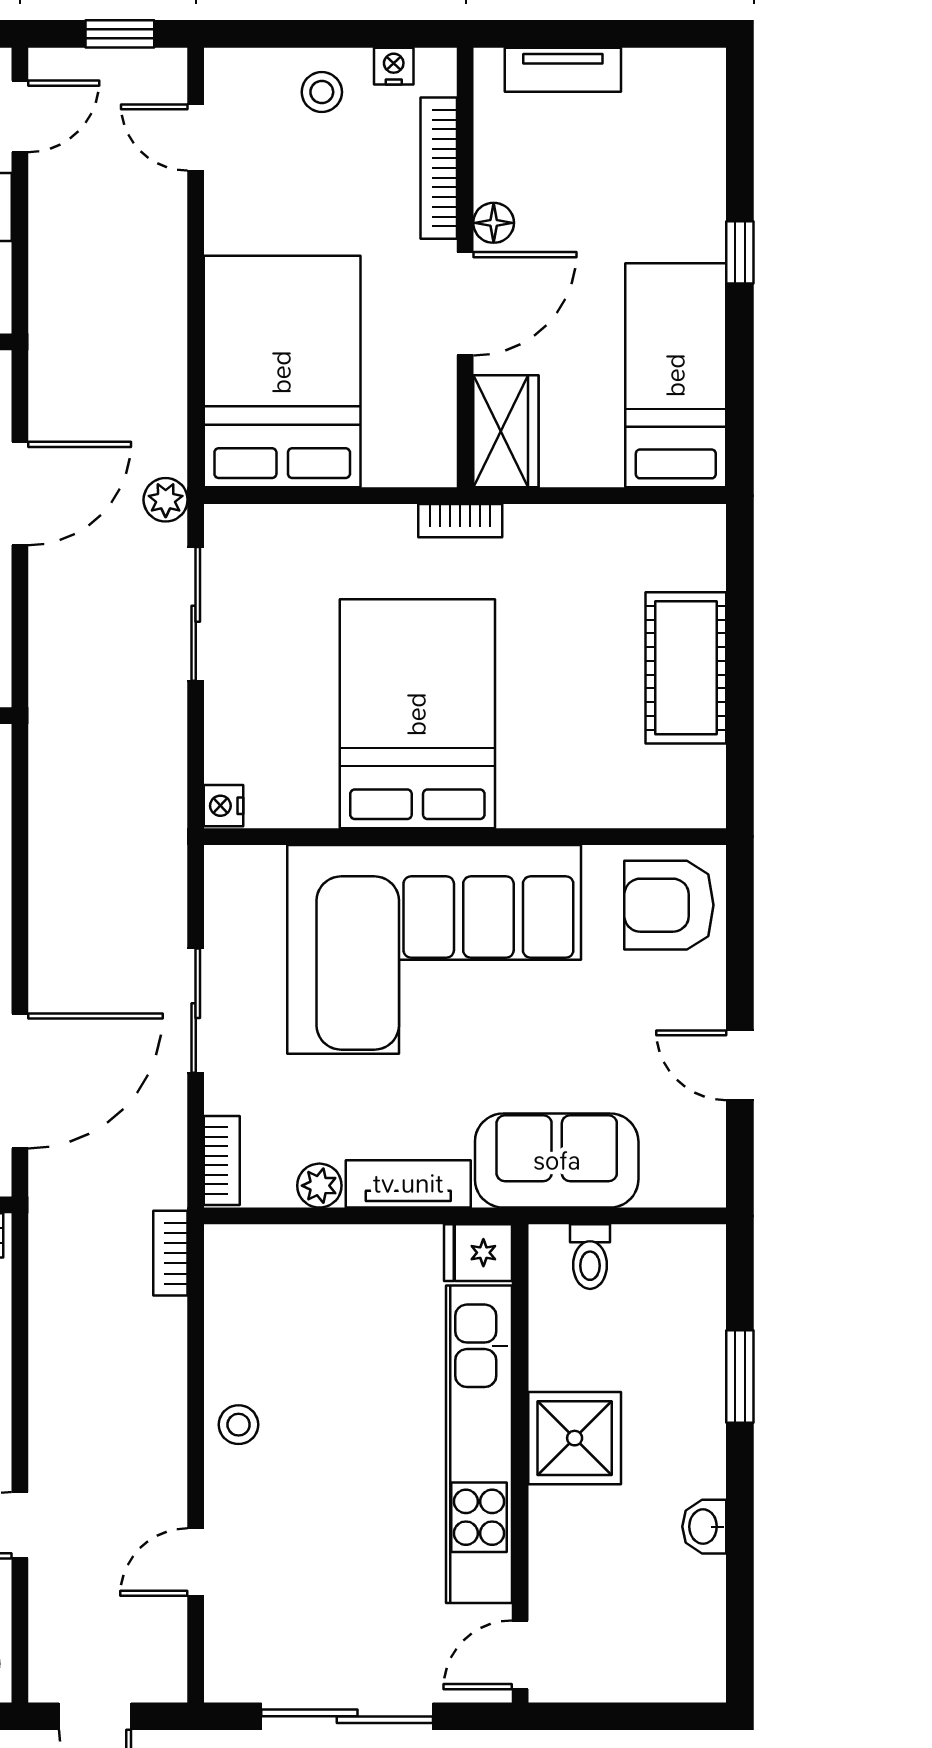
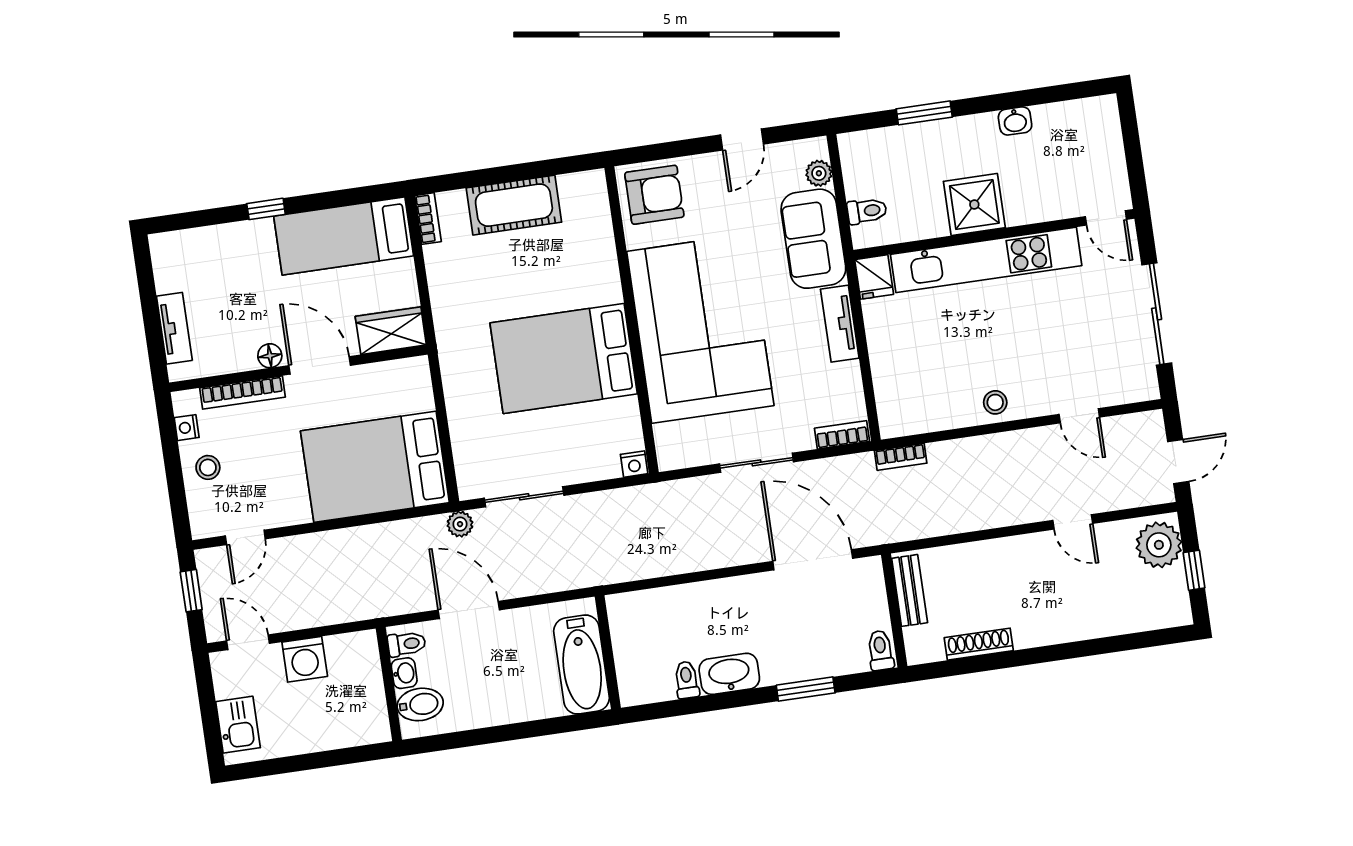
bookcase: (460, 521) -> (428, 219), moved
armchair: (669, 905) -> (654, 195), turned -90
plant: (319, 1186) -> (819, 173), moved

